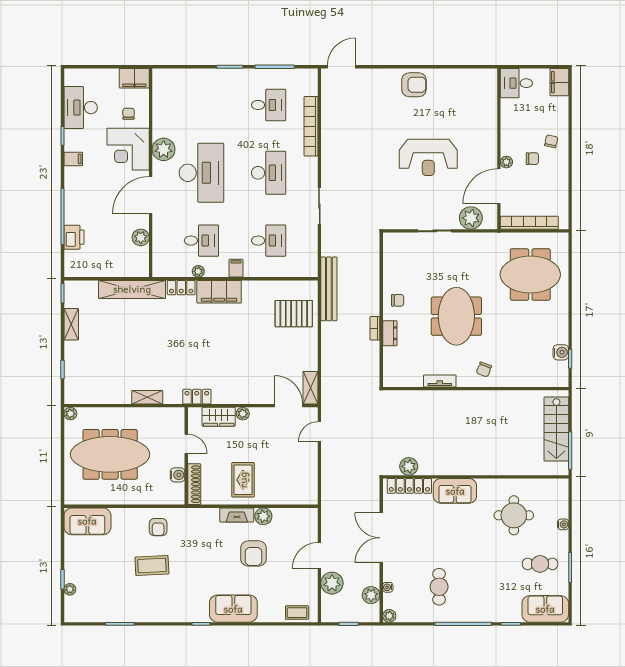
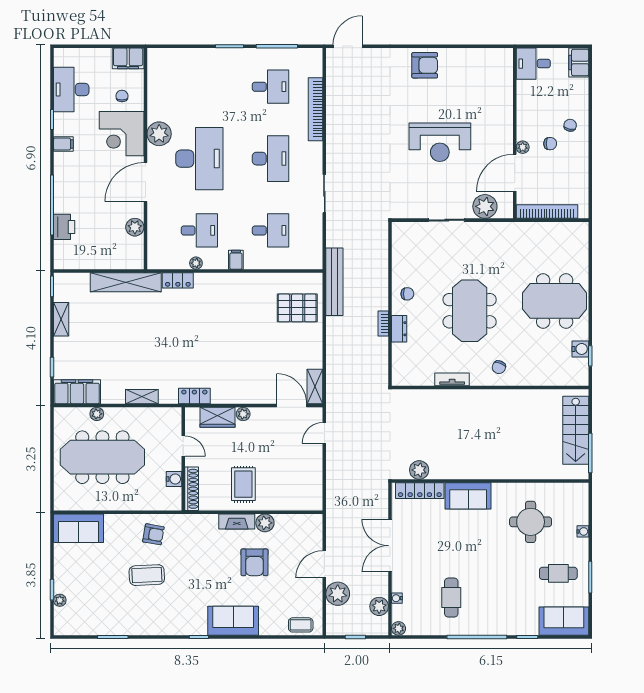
meeting table: (530, 274) -> (555, 301), moved
filing cabinet: (219, 292) -> (77, 392), moved, turned 180
plant: (70, 414) -> (97, 414), moved
armchair: (158, 527) -> (153, 534), turned -80

